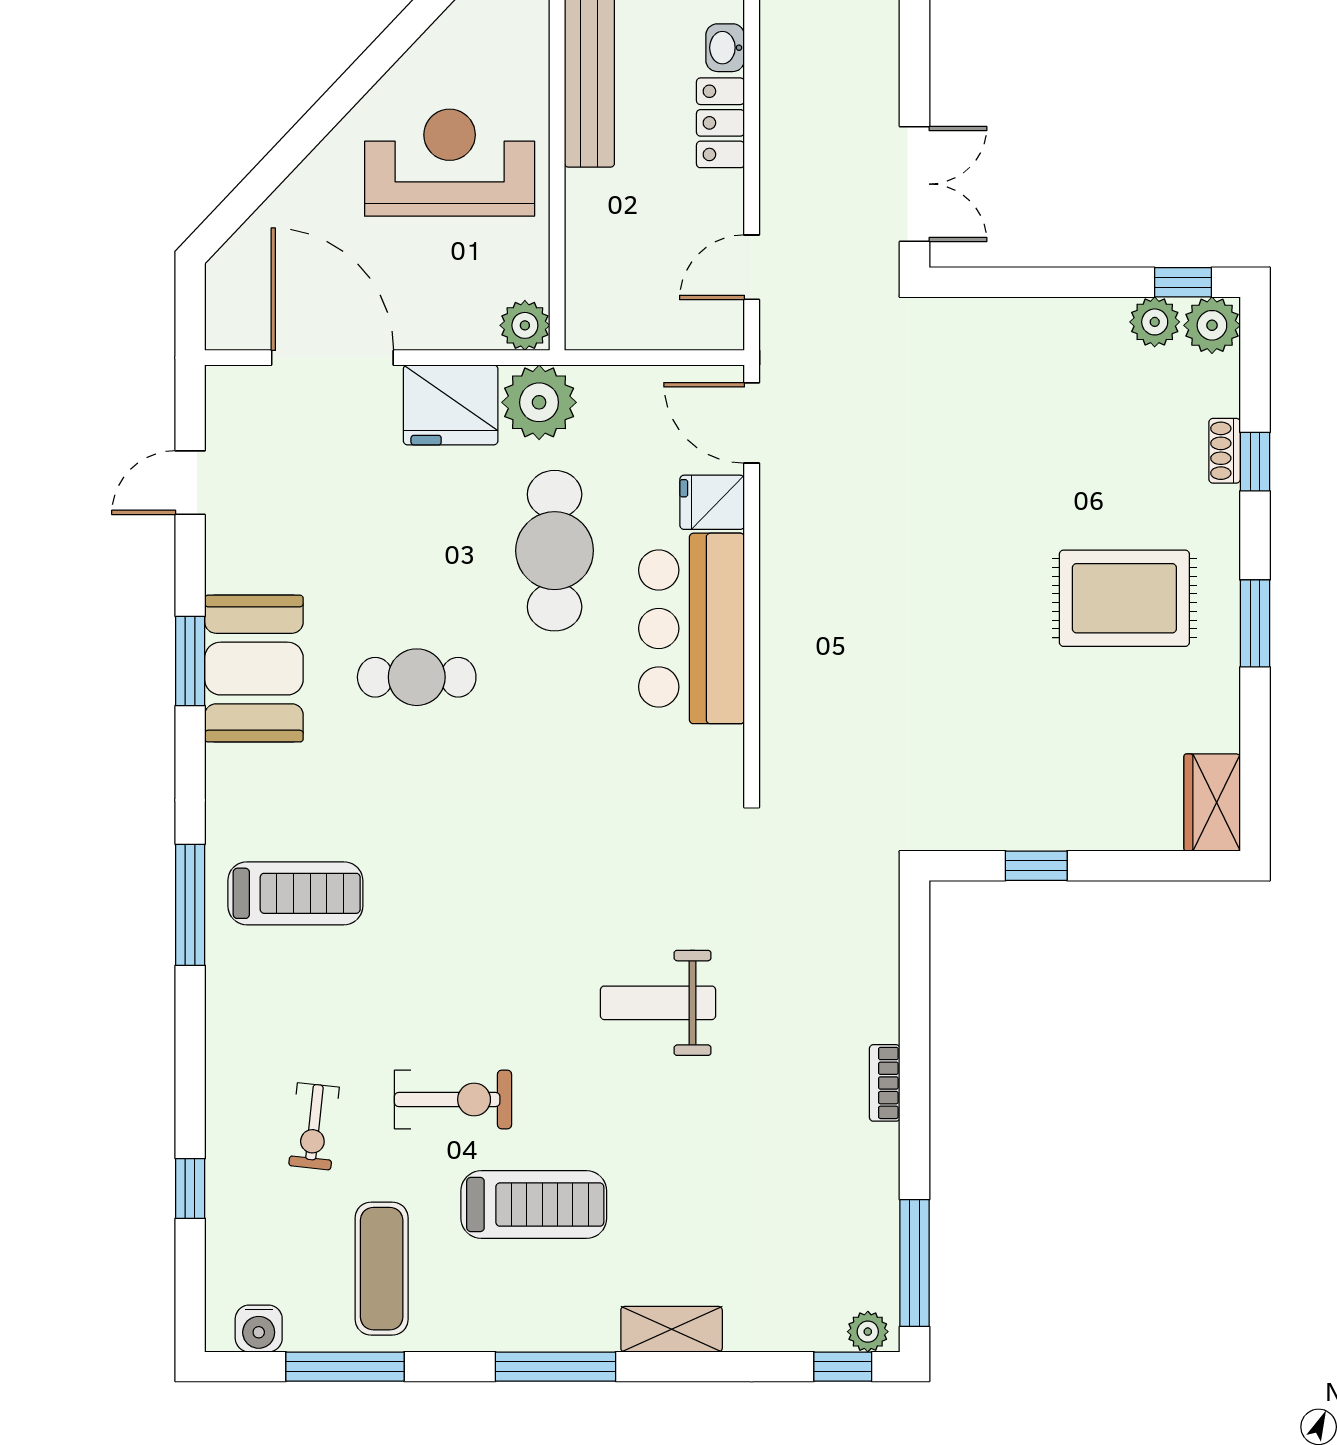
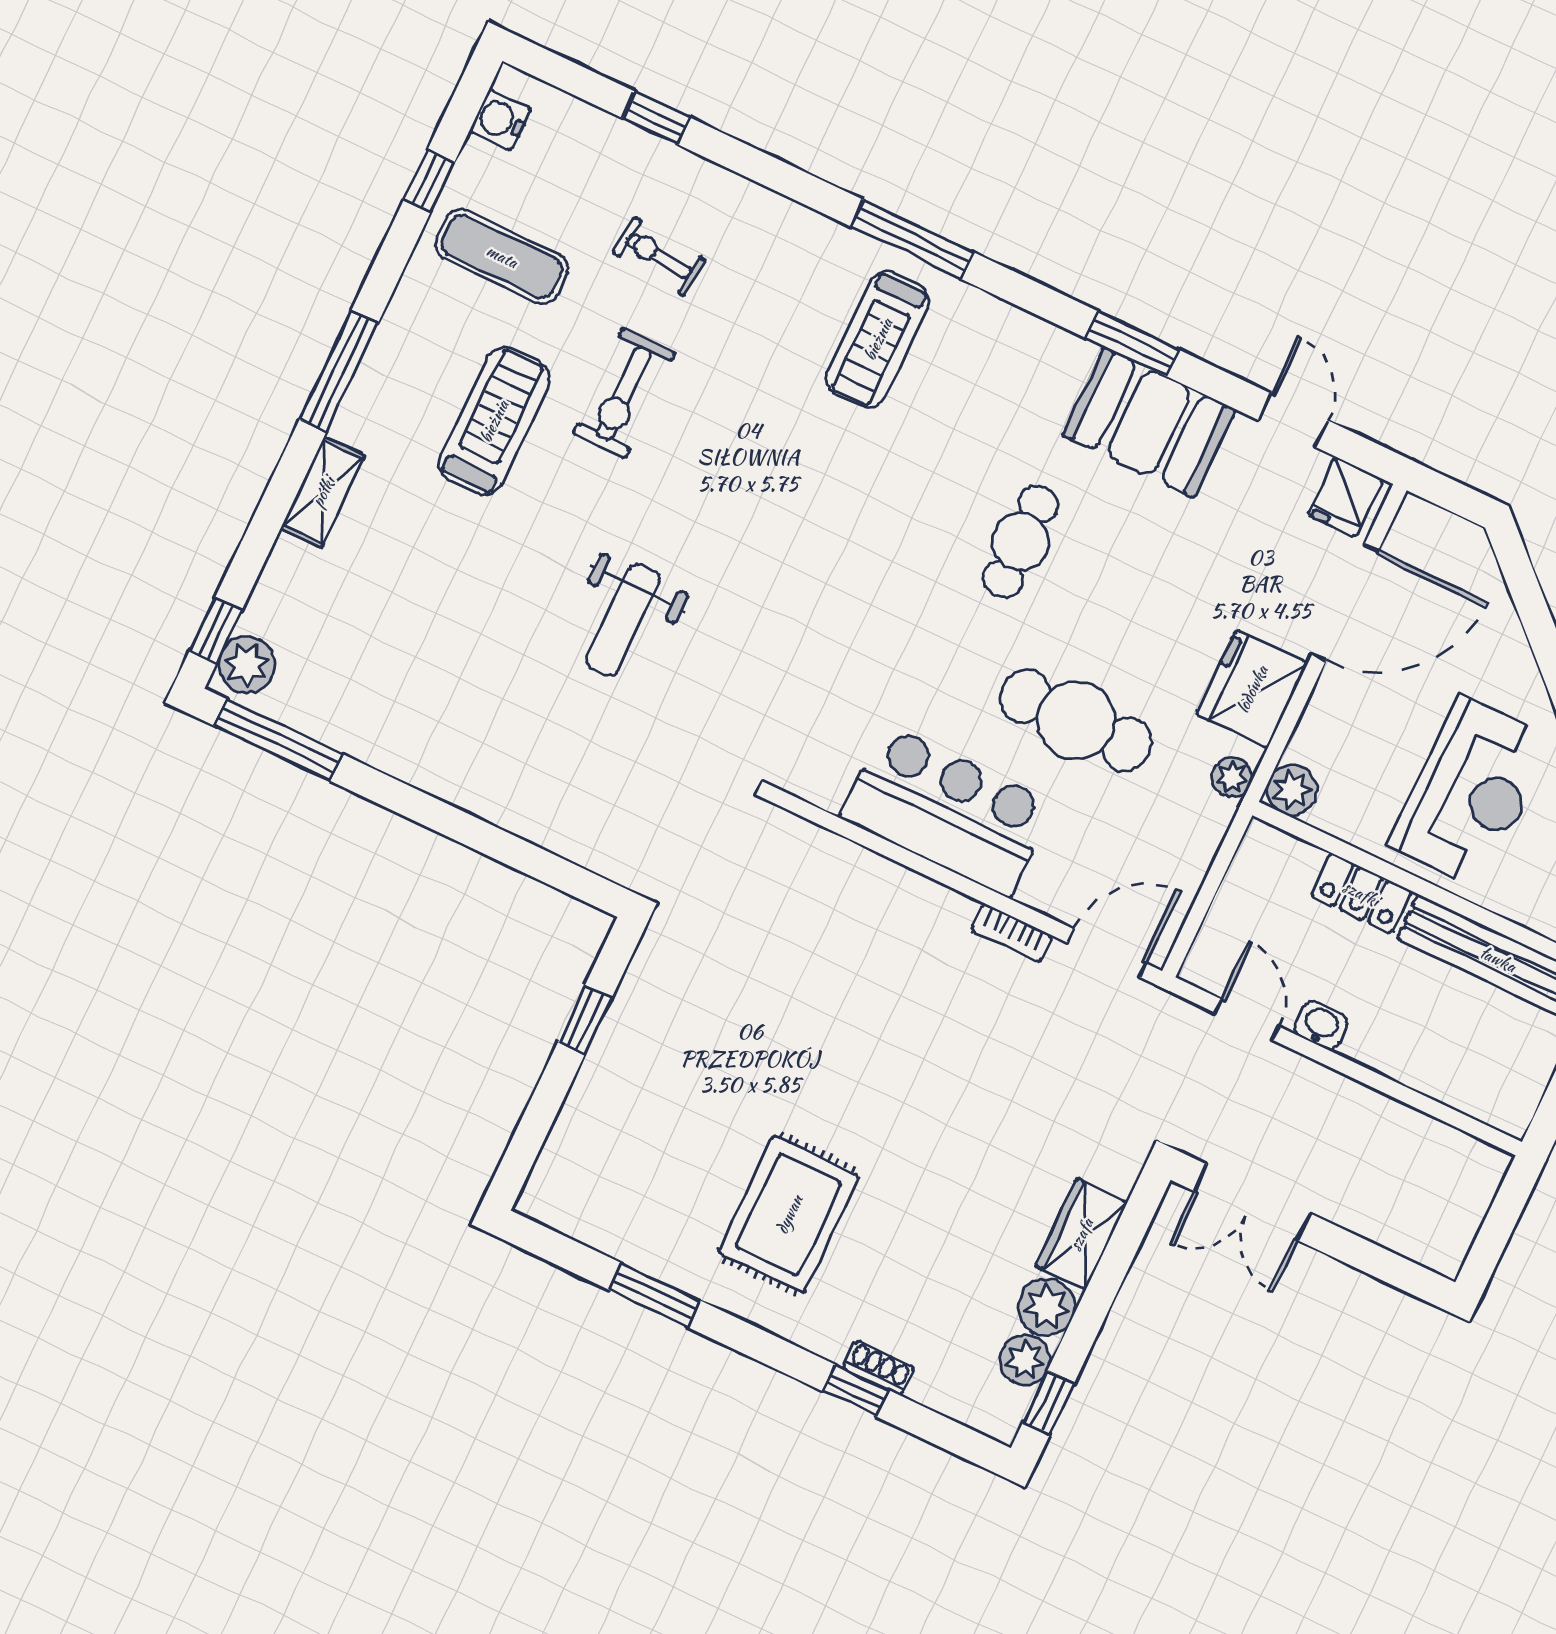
washbasin: (725, 48) -> (1321, 1025), moved
locker: (720, 123) -> (1361, 893), moved, turned 180
plant: (1212, 325) -> (1047, 1307), moved
plant: (539, 402) -> (1232, 777), width x0.53, depth x0.53
fridge: (712, 502) -> (1345, 497), moved, turned 180
window: (1255, 623) -> (654, 1295), moved
booth: (254, 669) -> (1149, 422), moved
wardrobe: (1212, 803) -> (1081, 1234), moved, turned -90
weight bench: (658, 1003) -> (623, 620), turned 180
bookcase: (885, 1083) -> (1012, 933), moved, turned 180
treadmill: (534, 1205) -> (494, 421), turned 180
plant: (868, 1332) -> (247, 665), width x1.38, depth x1.38
window: (345, 1367) -> (429, 181), width x0.46

